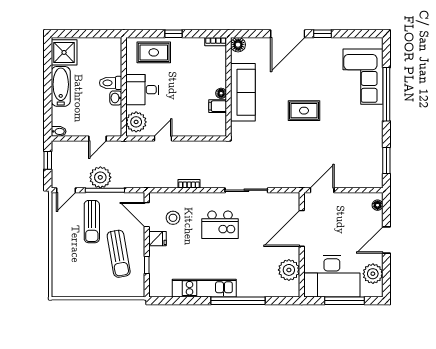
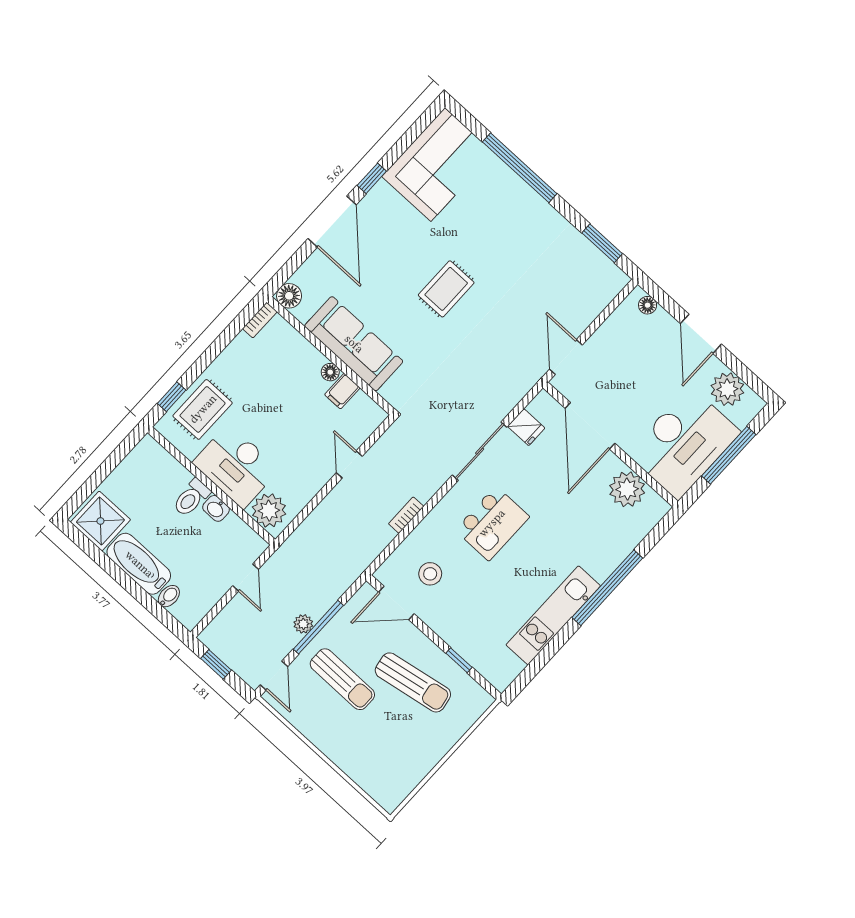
window: (173, 34) -> (172, 397), moved
corner sofa: (363, 77) -> (438, 165), moved, turned -90
desk: (142, 90) -> (236, 466), width x1.37
bidet: (59, 131) -> (169, 596), moved
door: (163, 139) -> (349, 464), moved
plant: (100, 177) -> (303, 624), width x0.53, depth x0.53
fridge: (157, 239) -> (526, 427), moved, turned 90

